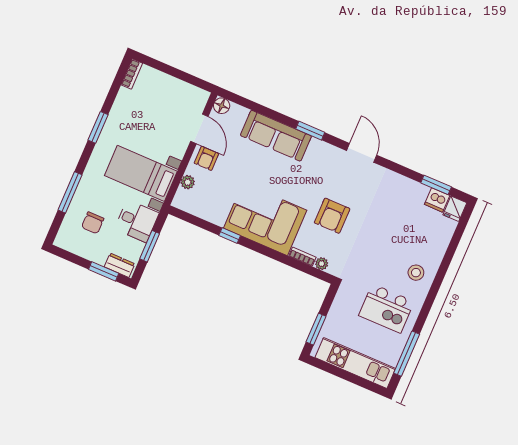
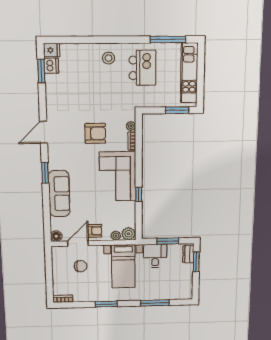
plant: (183, 200) -> (128, 234), added
chair: (93, 223) -> (81, 266), moved

